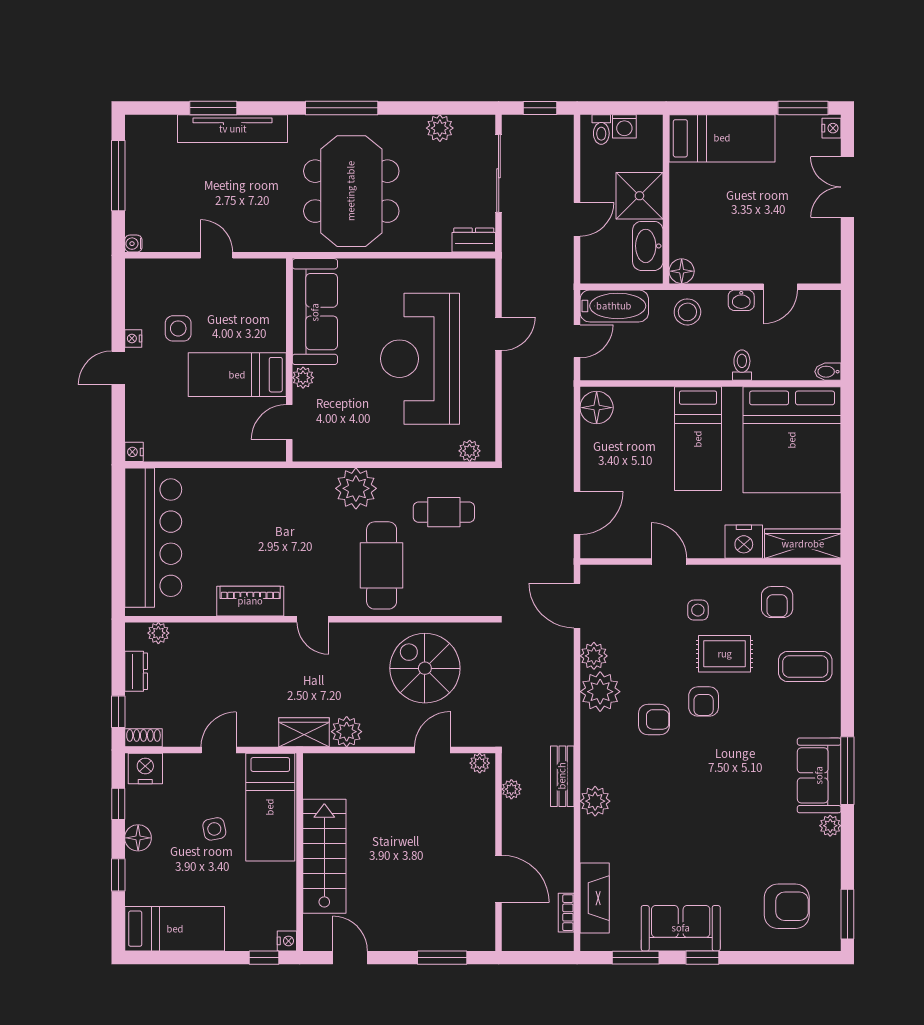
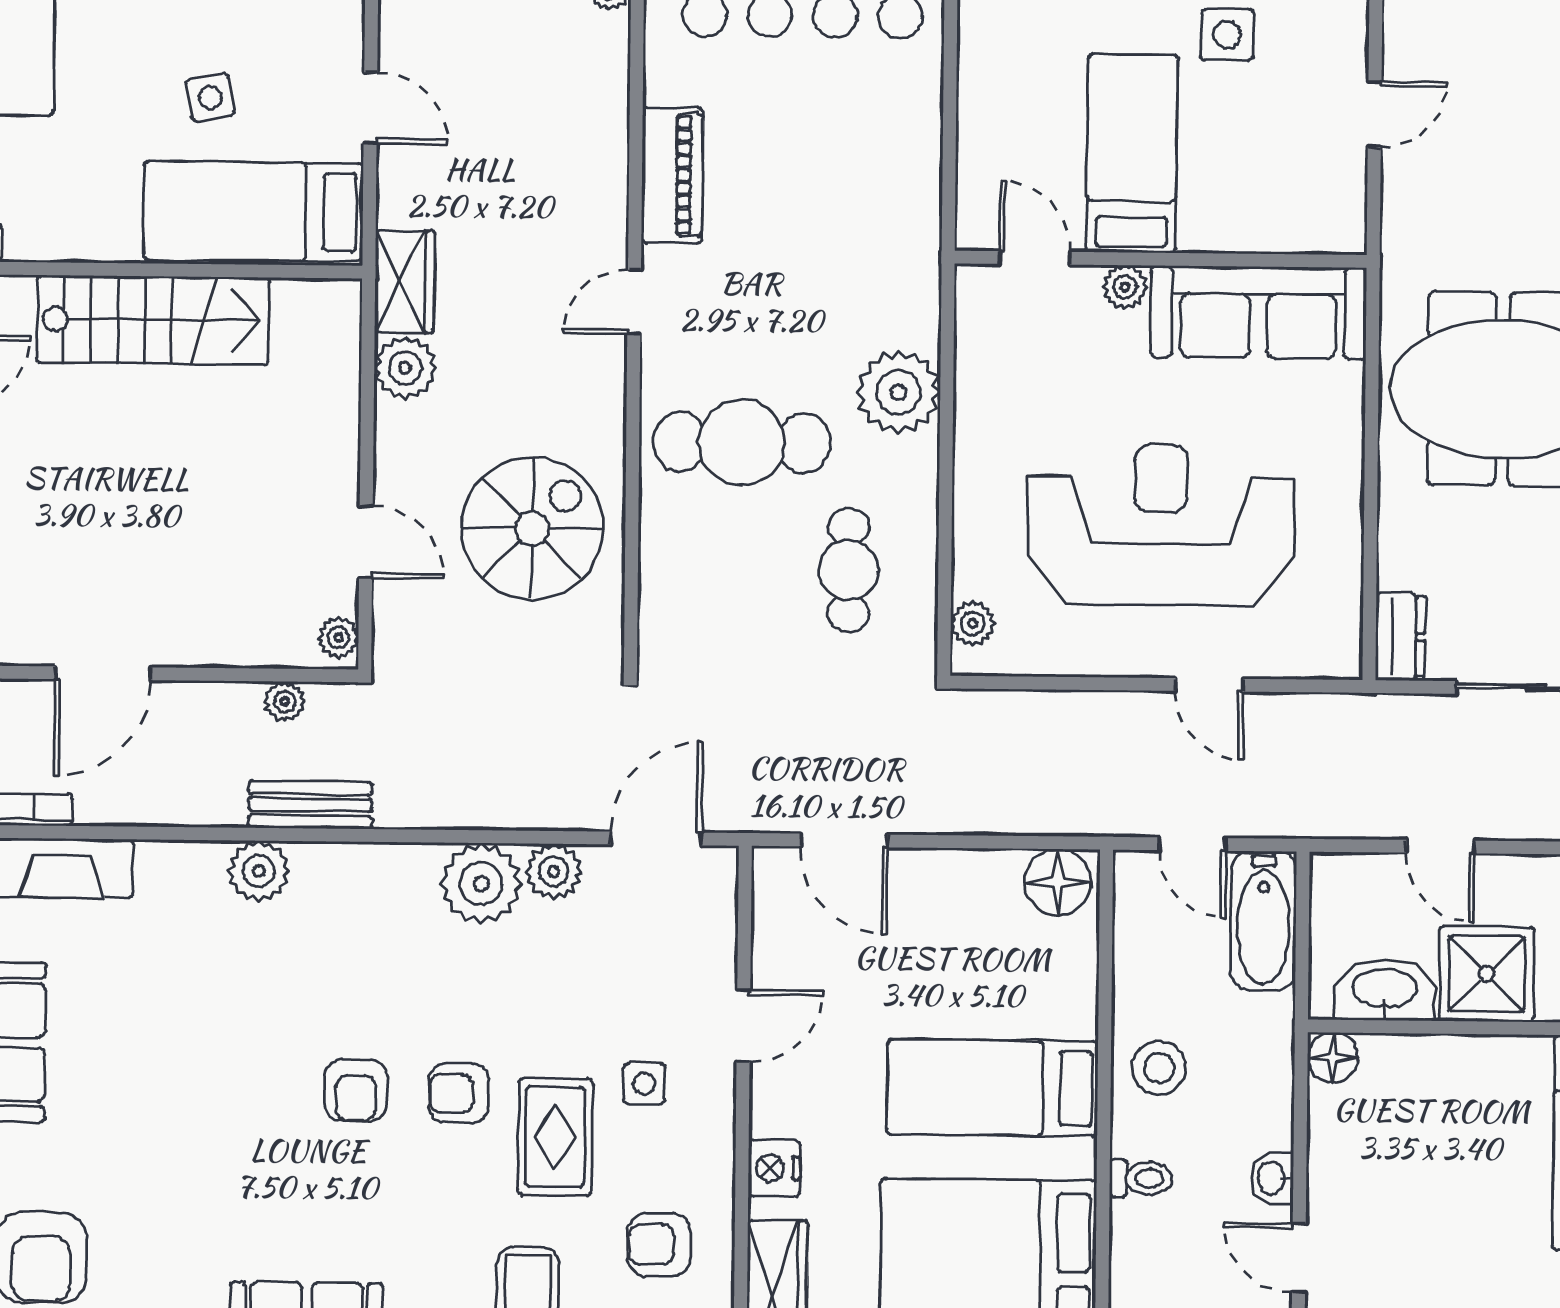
stool: (687, 312) -> (1159, 1068), moved
nightstand: (744, 542) -> (774, 1168), width x0.74, depth x0.75
armchair: (654, 719) -> (356, 1090), moved

